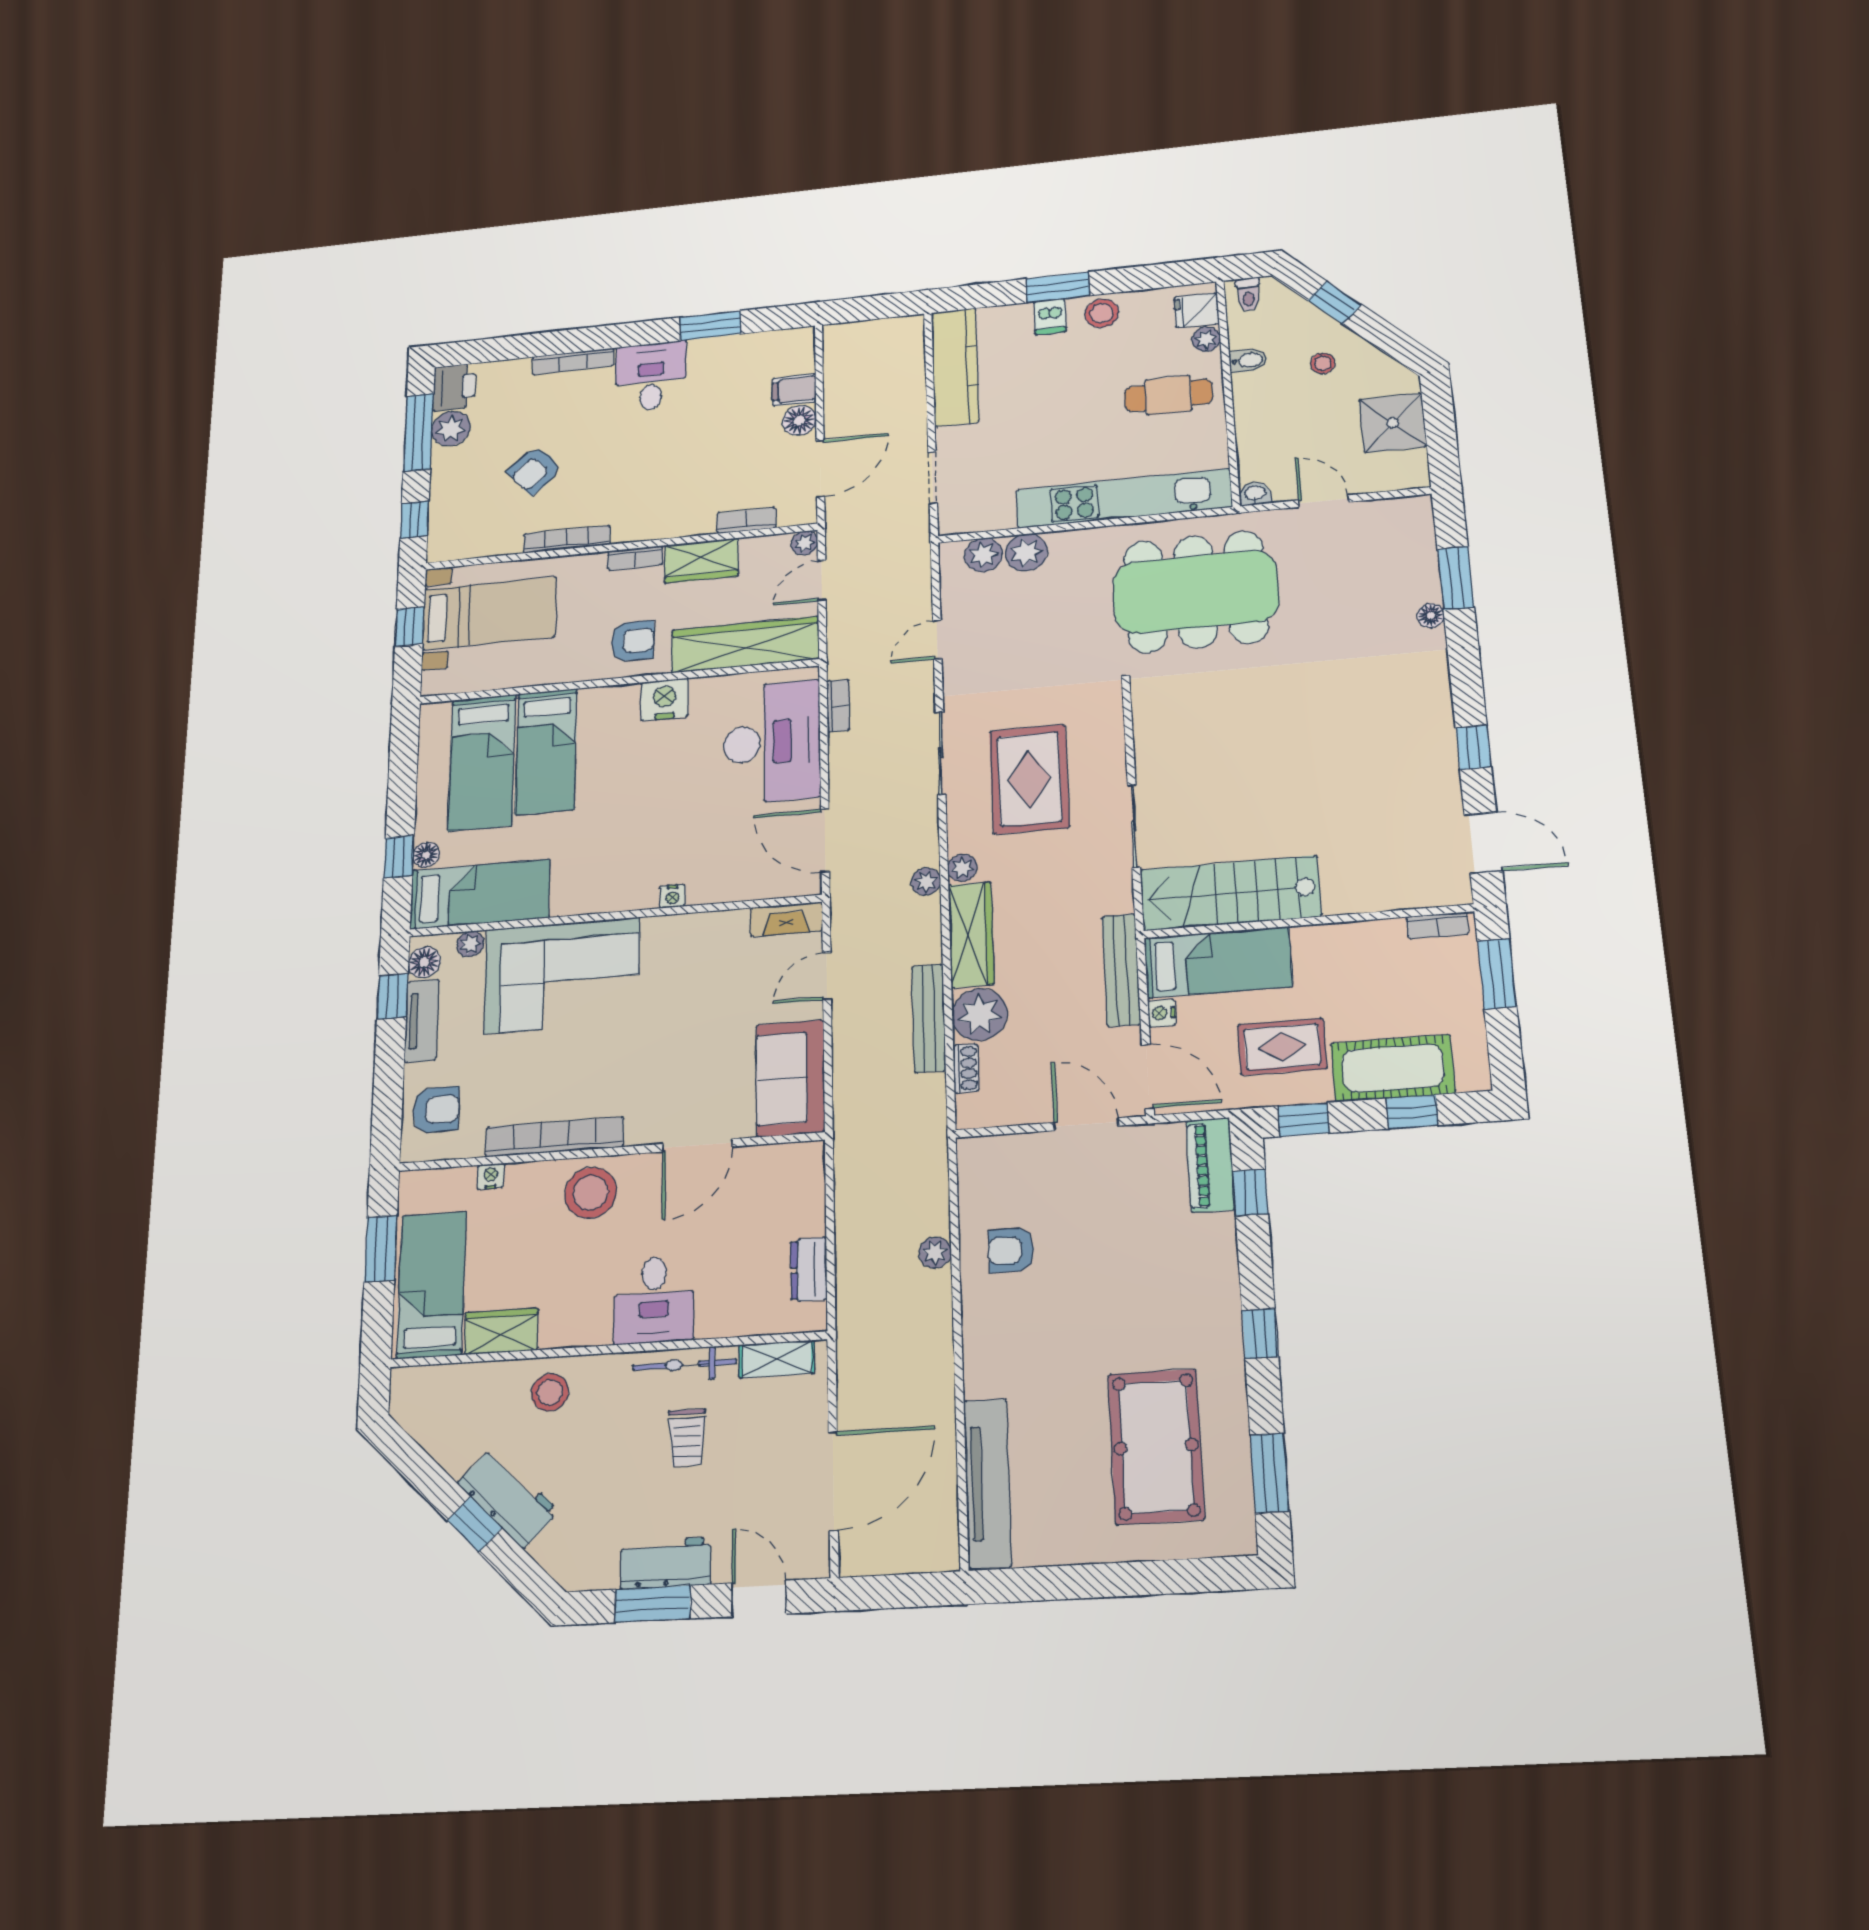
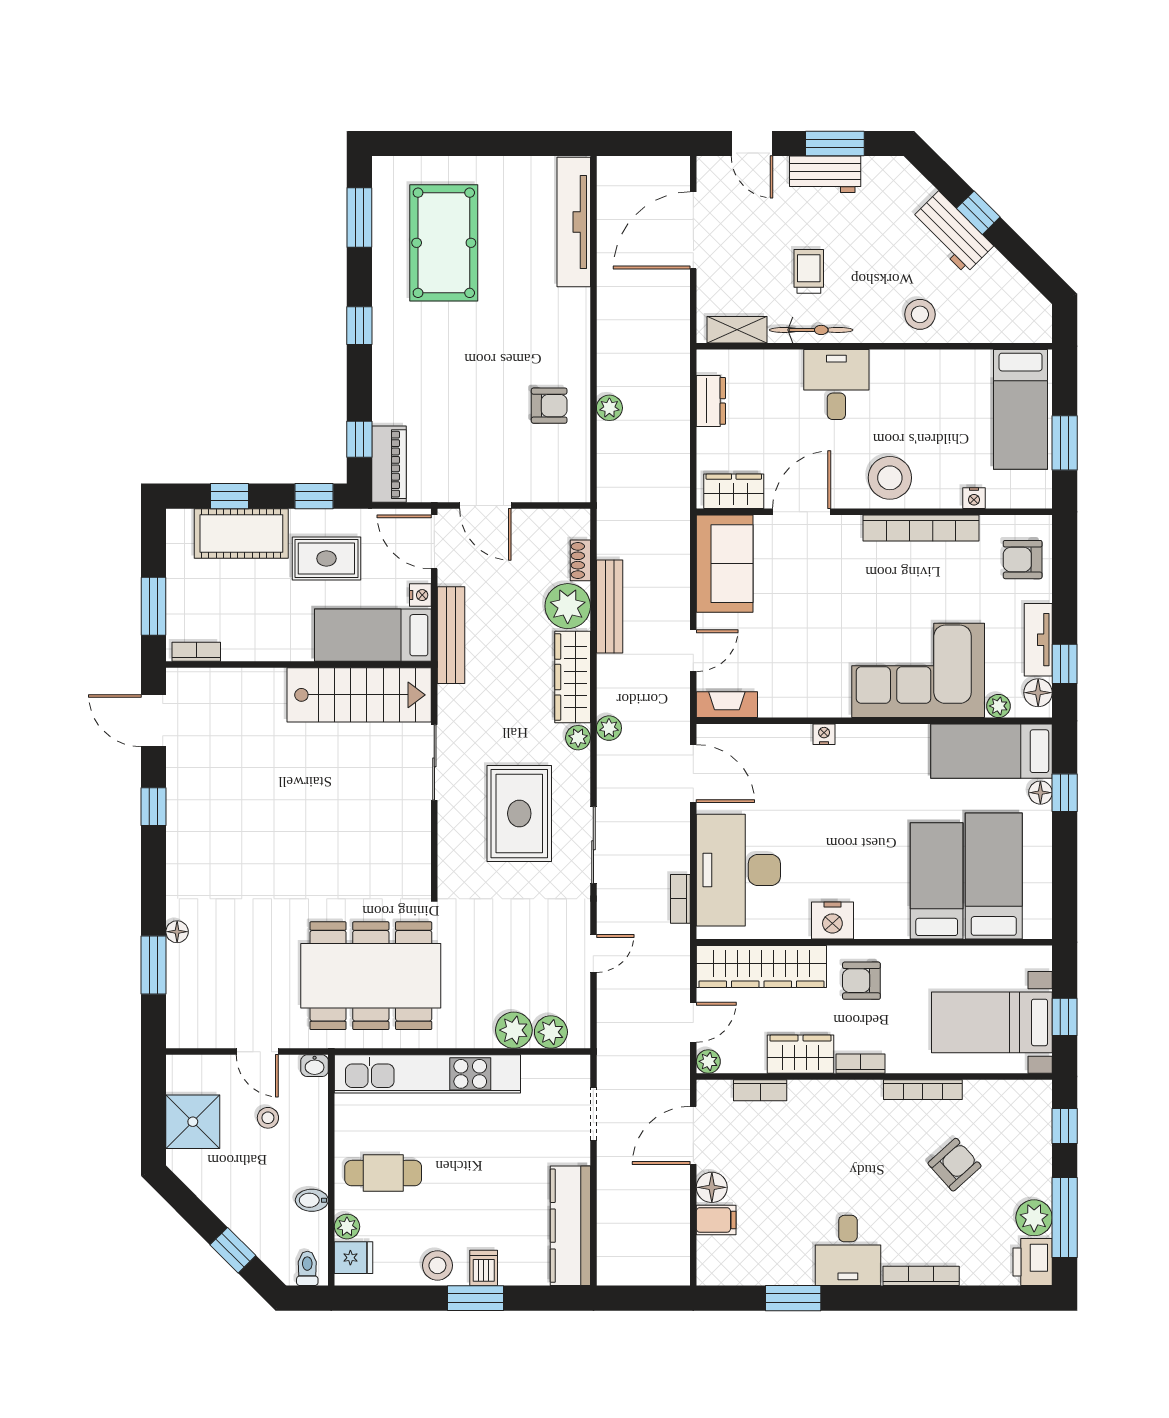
stool: (1323, 363) -> (268, 1118), moved
wardrobe: (501, 1331) -> (734, 491), moved, turned 180

